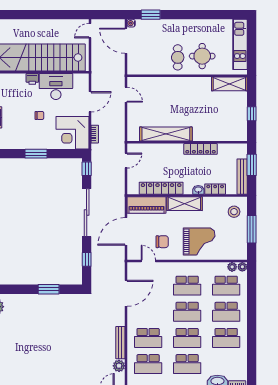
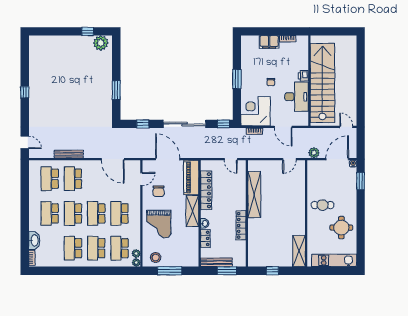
round table: (202, 56) -> (341, 228), moved
stool: (234, 212) -> (156, 257), moved
plant: (119, 366) -> (314, 153), moved

